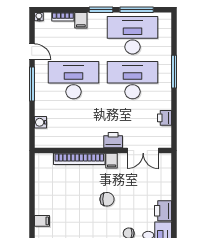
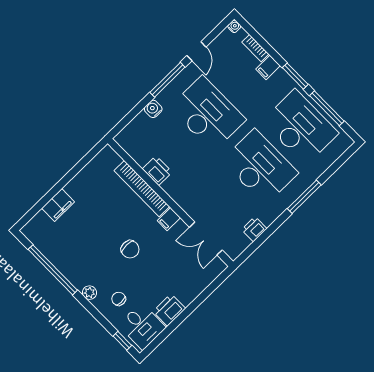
water cooler: (41, 122) -> (153, 109), moved
printer: (113, 140) -> (157, 170), moved
filing cabinet: (42, 221) -> (58, 205), width x2.00

